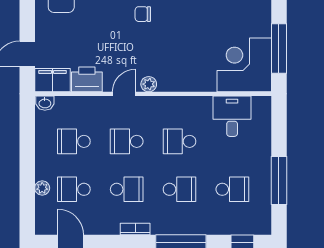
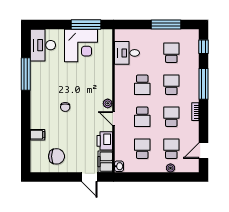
corner desk: (244, 65) -> (81, 46), moved, turned -90
school desk: (74, 141) -> (142, 149), turned 180
school desk: (74, 189) -> (171, 149), turned 180

